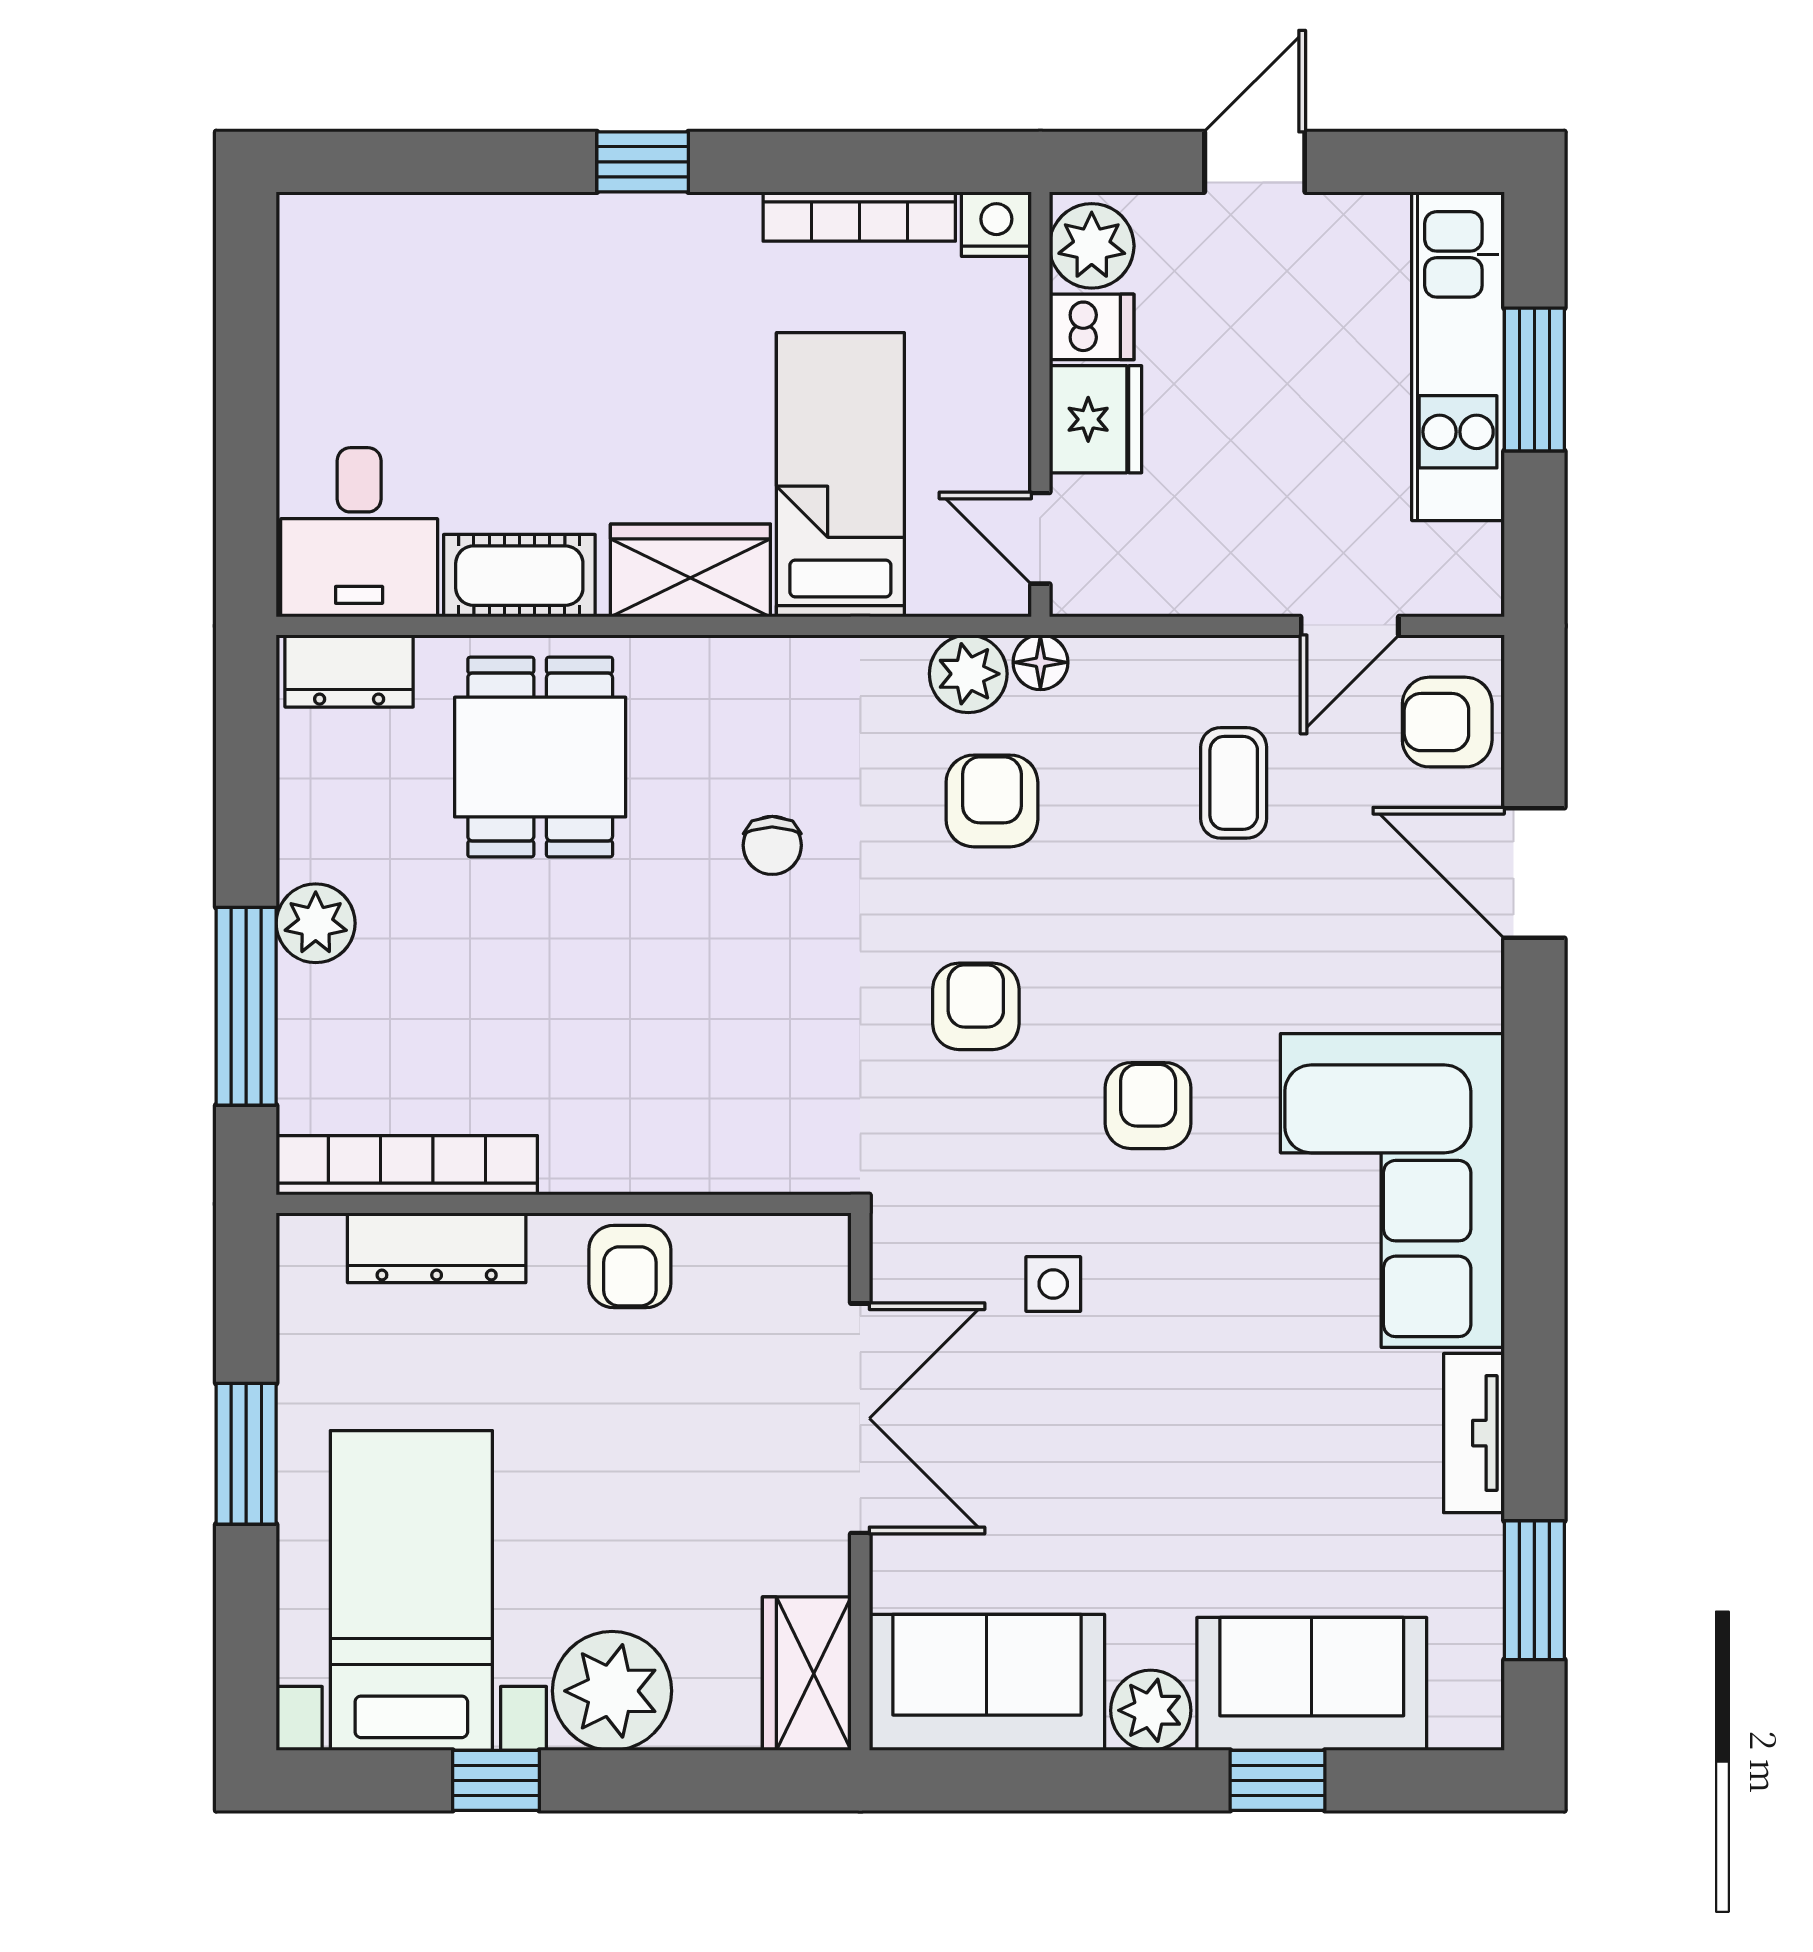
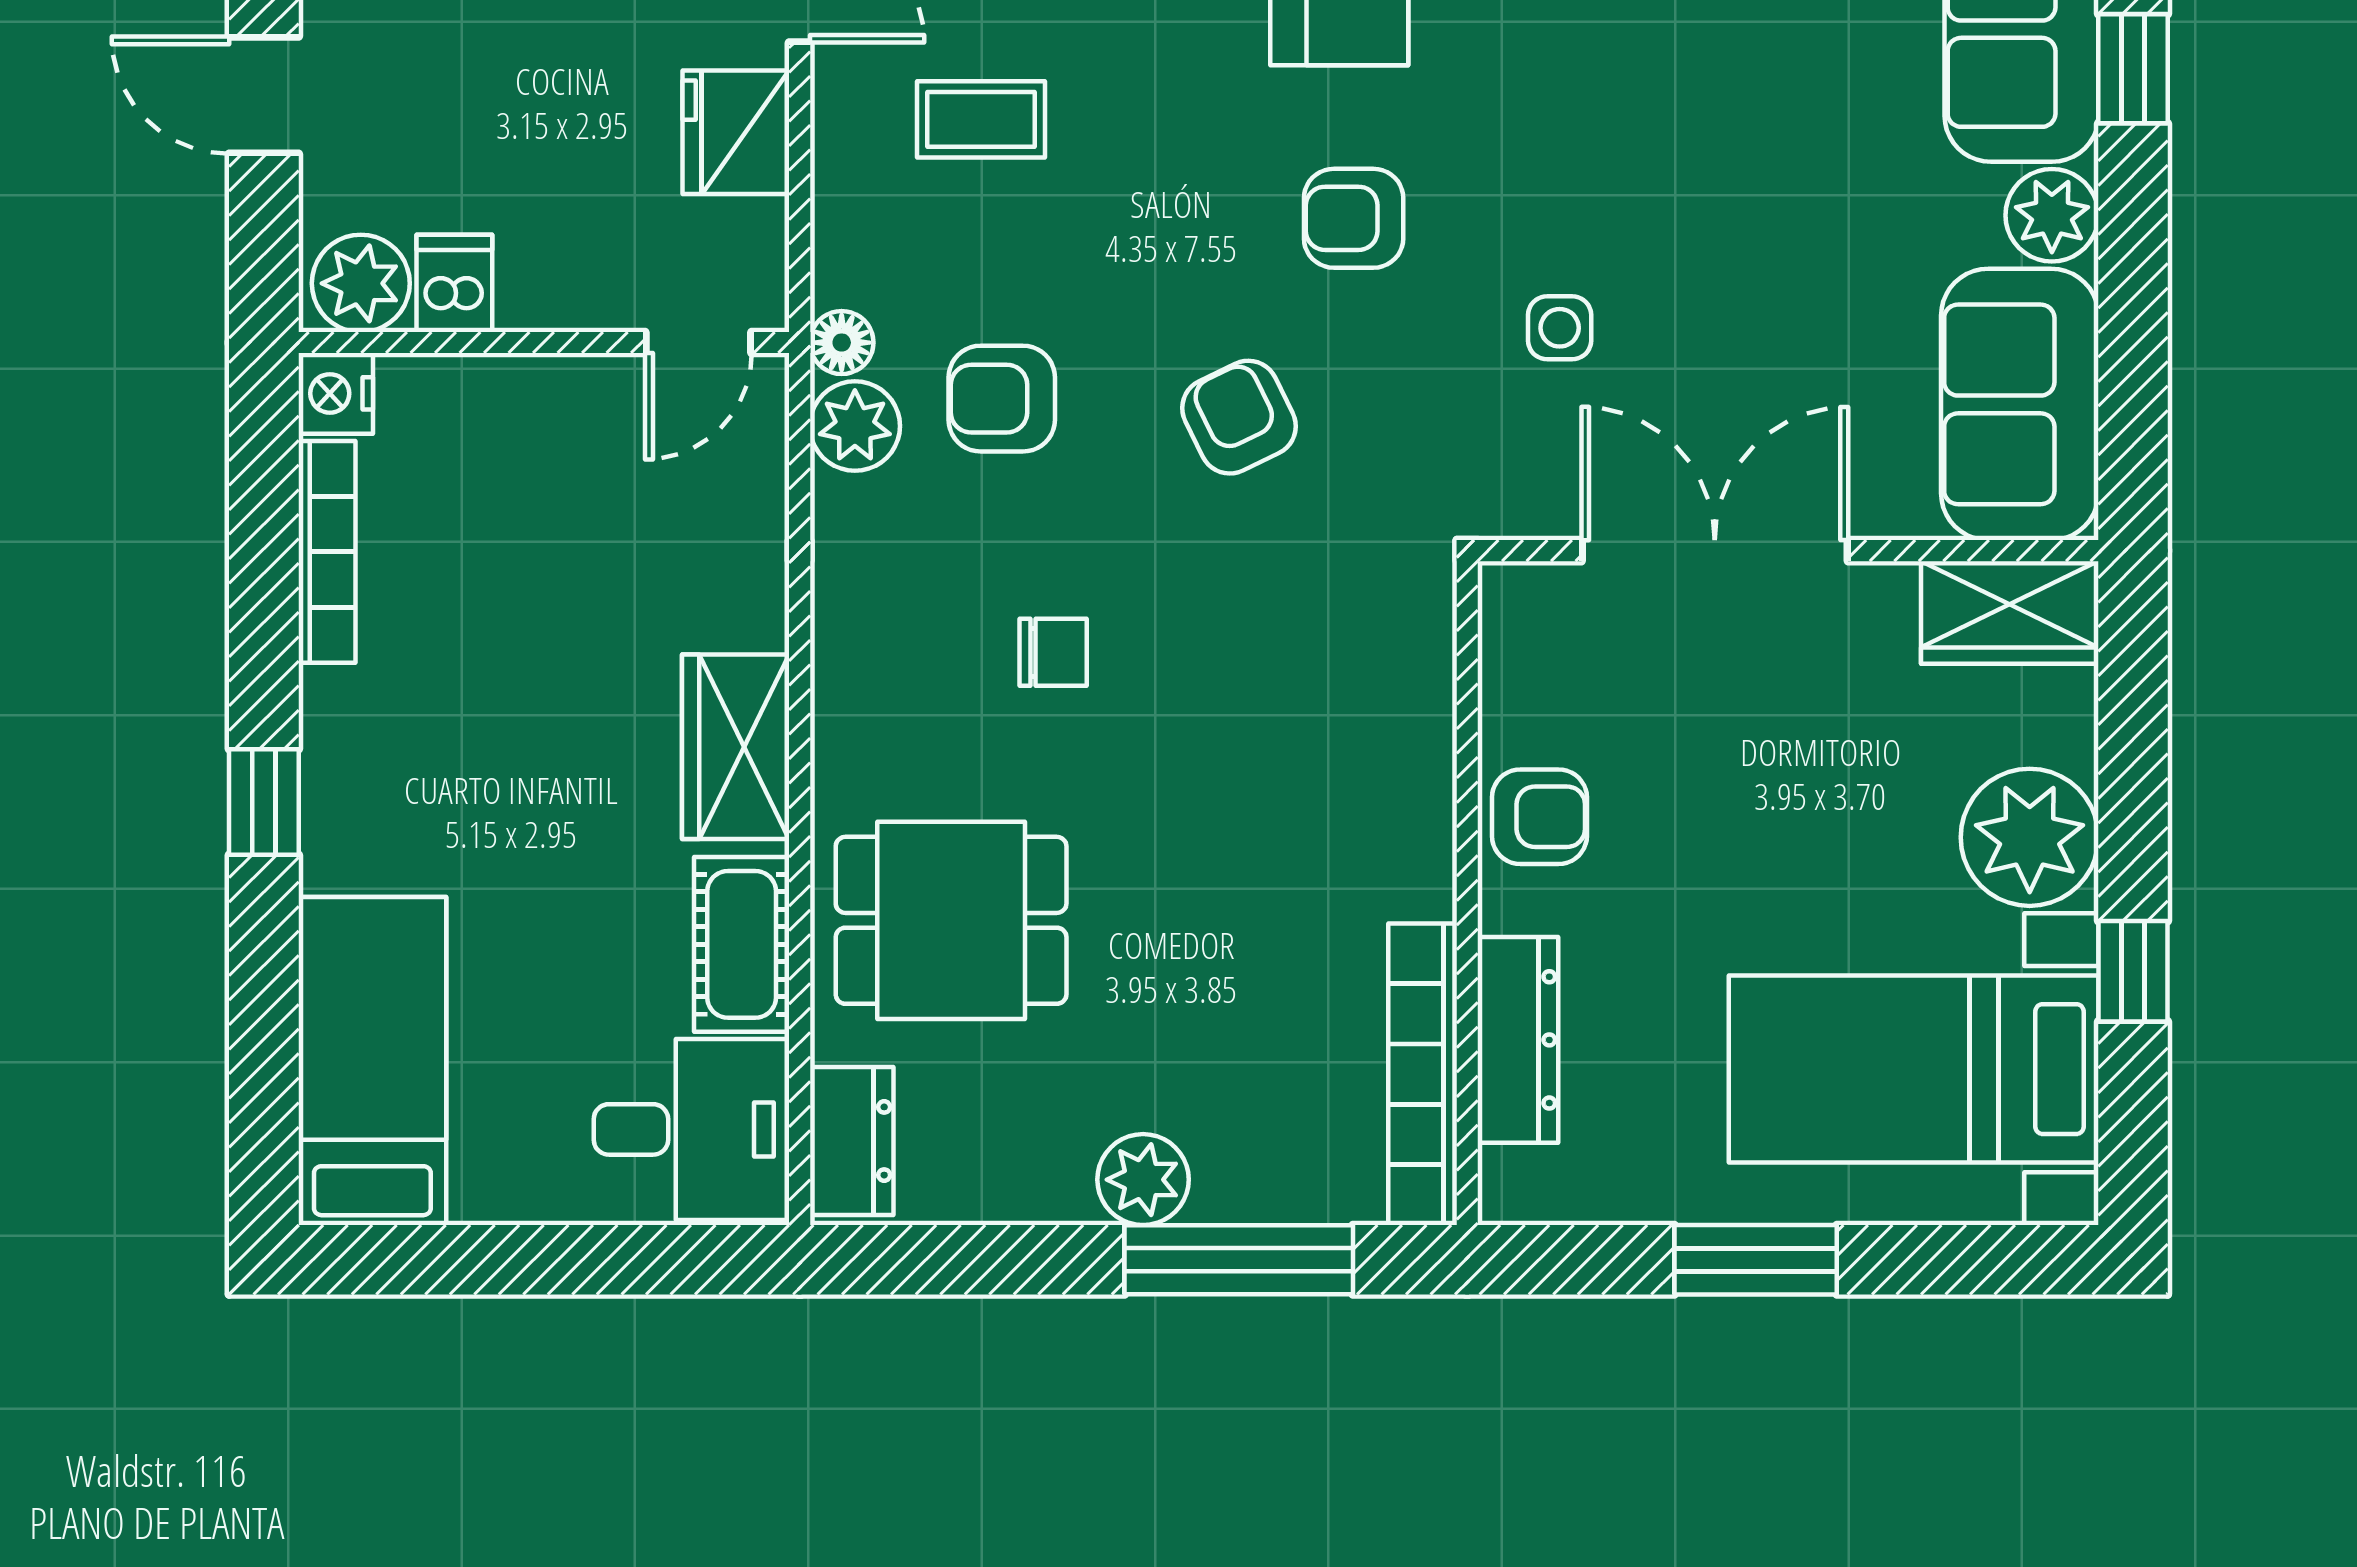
fridge: (1096, 419) -> (736, 132), moved, turned -90
bed: (840, 475) -> (372, 1061), moved, turned 90
armchair: (976, 1006) -> (1239, 417), turned 64

